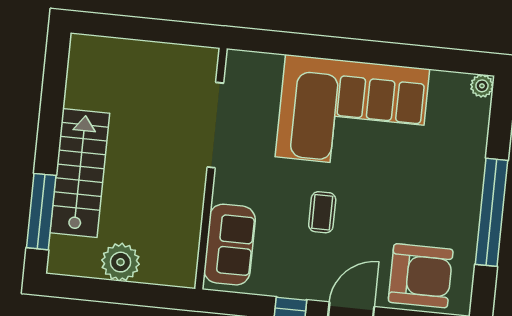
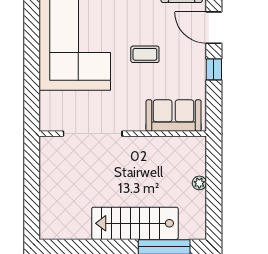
plant: (120, 262) -> (199, 183), width x0.53, depth x0.53

